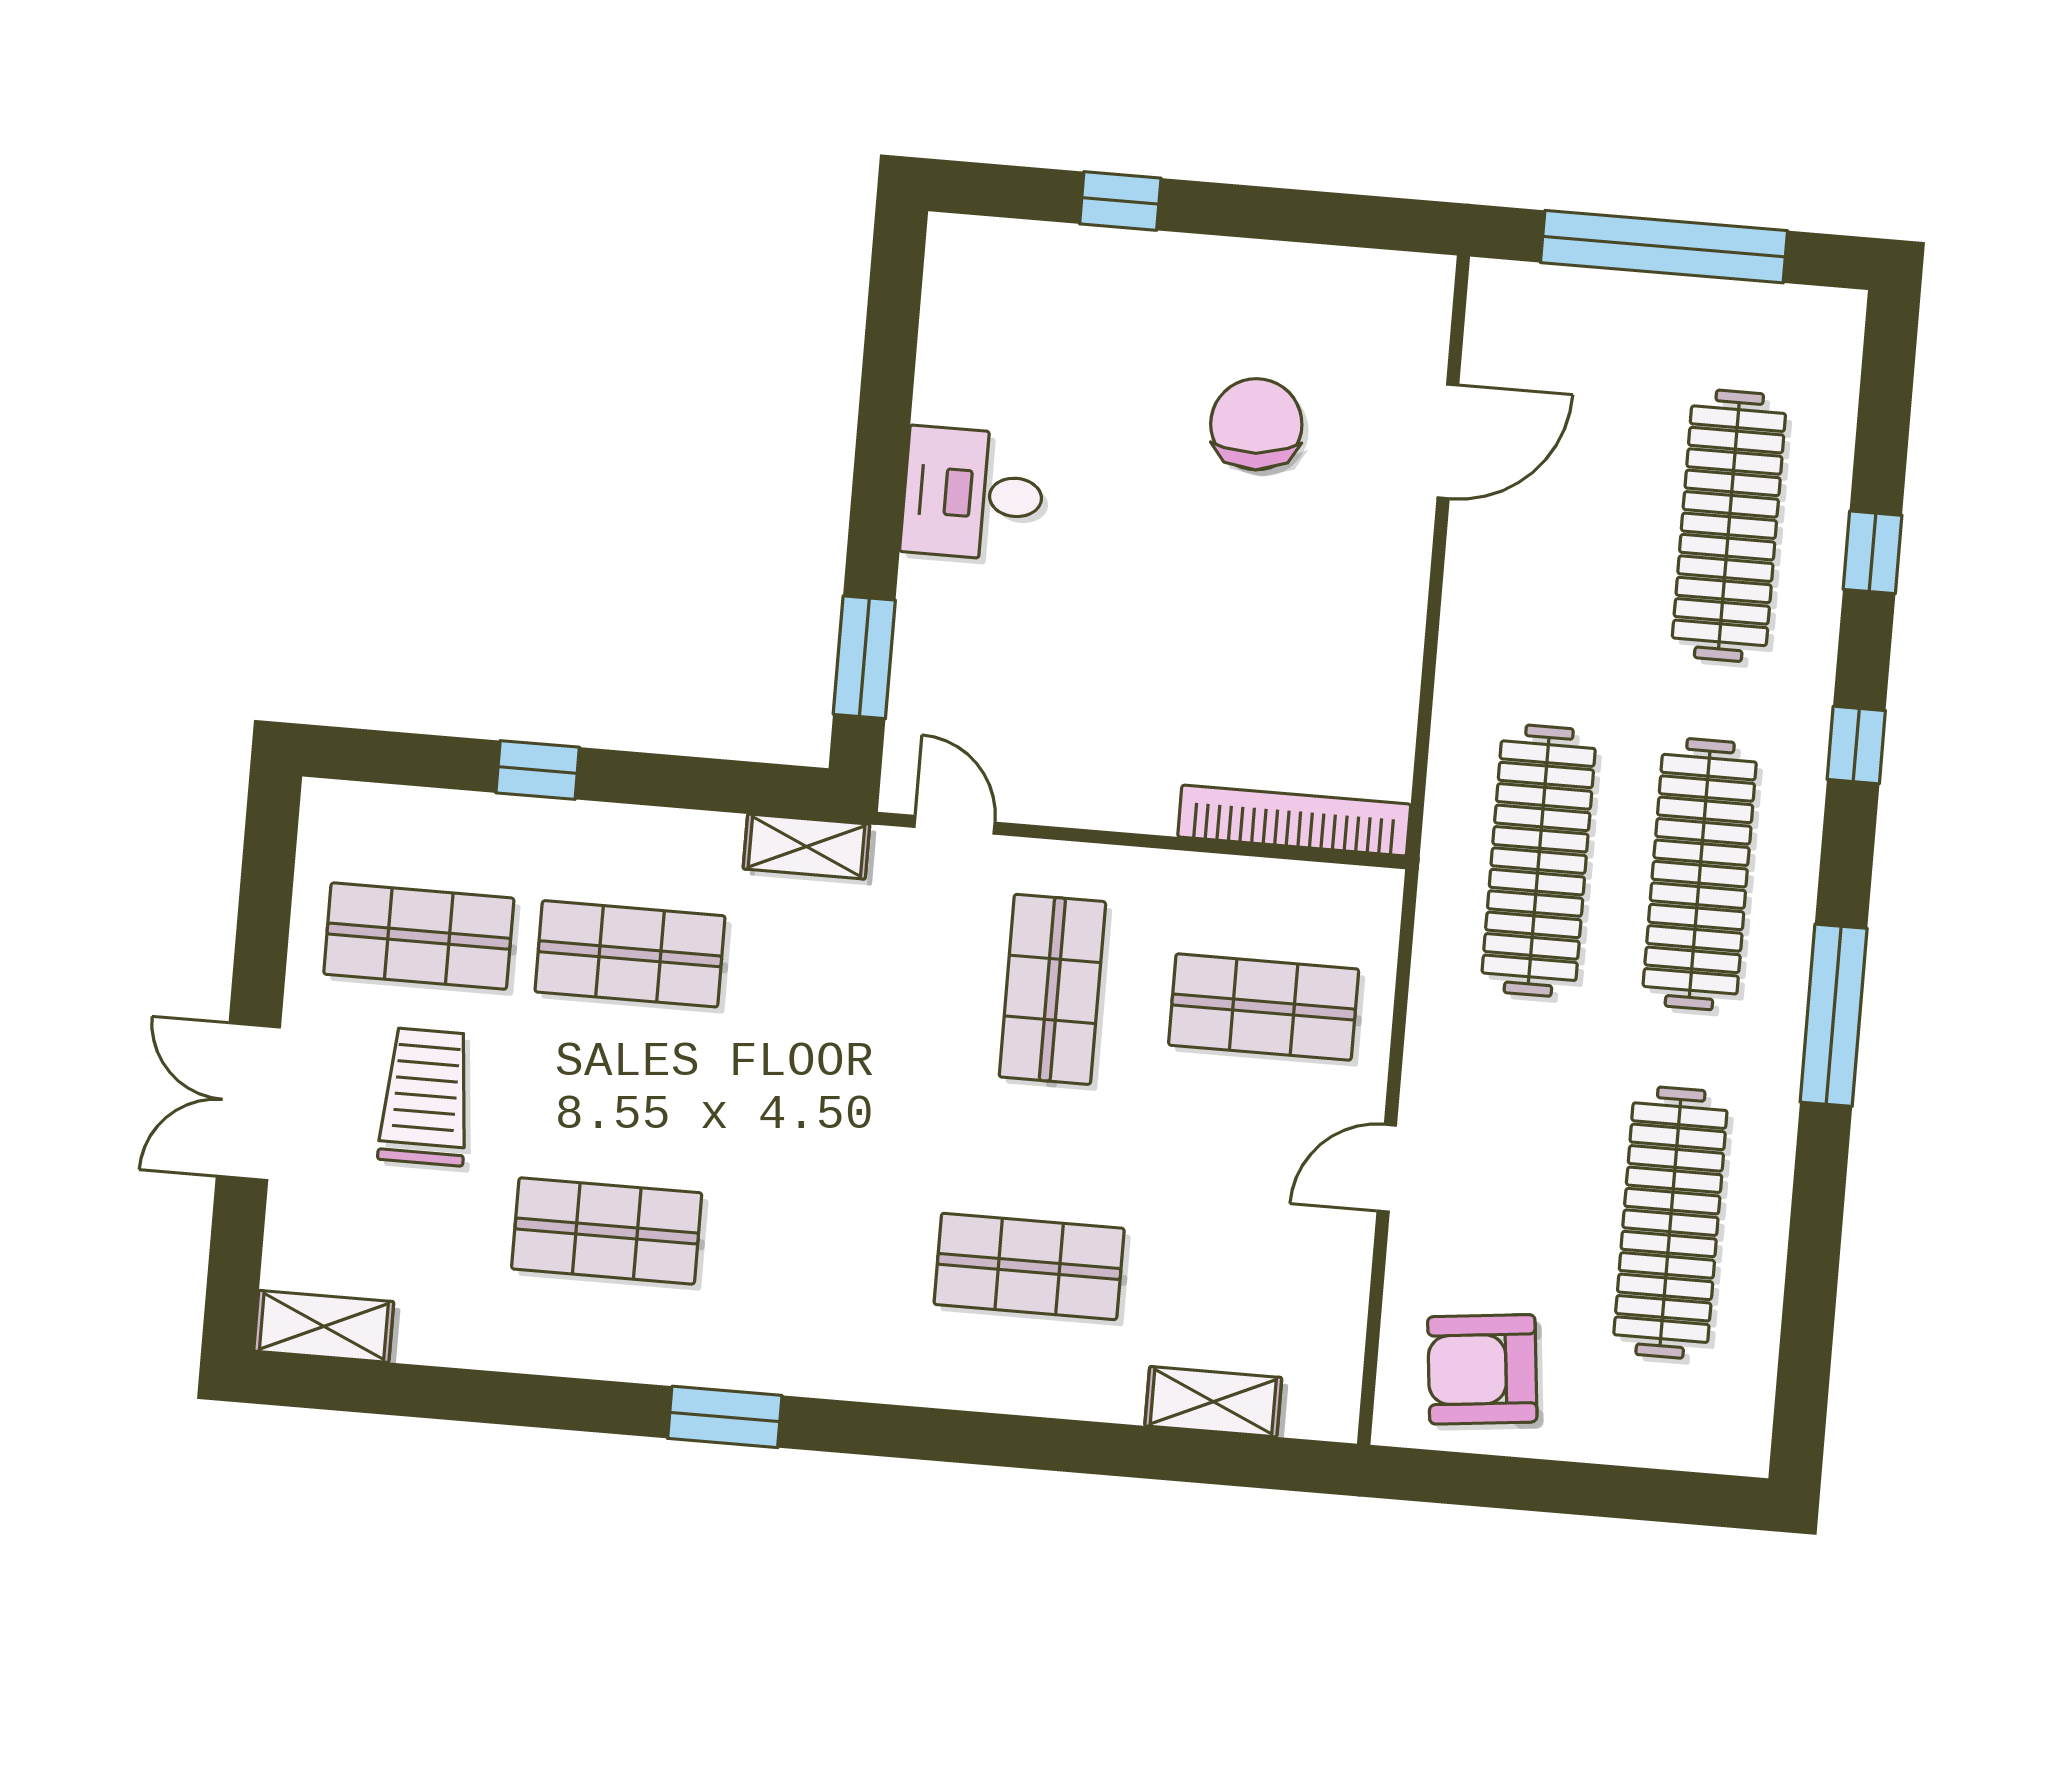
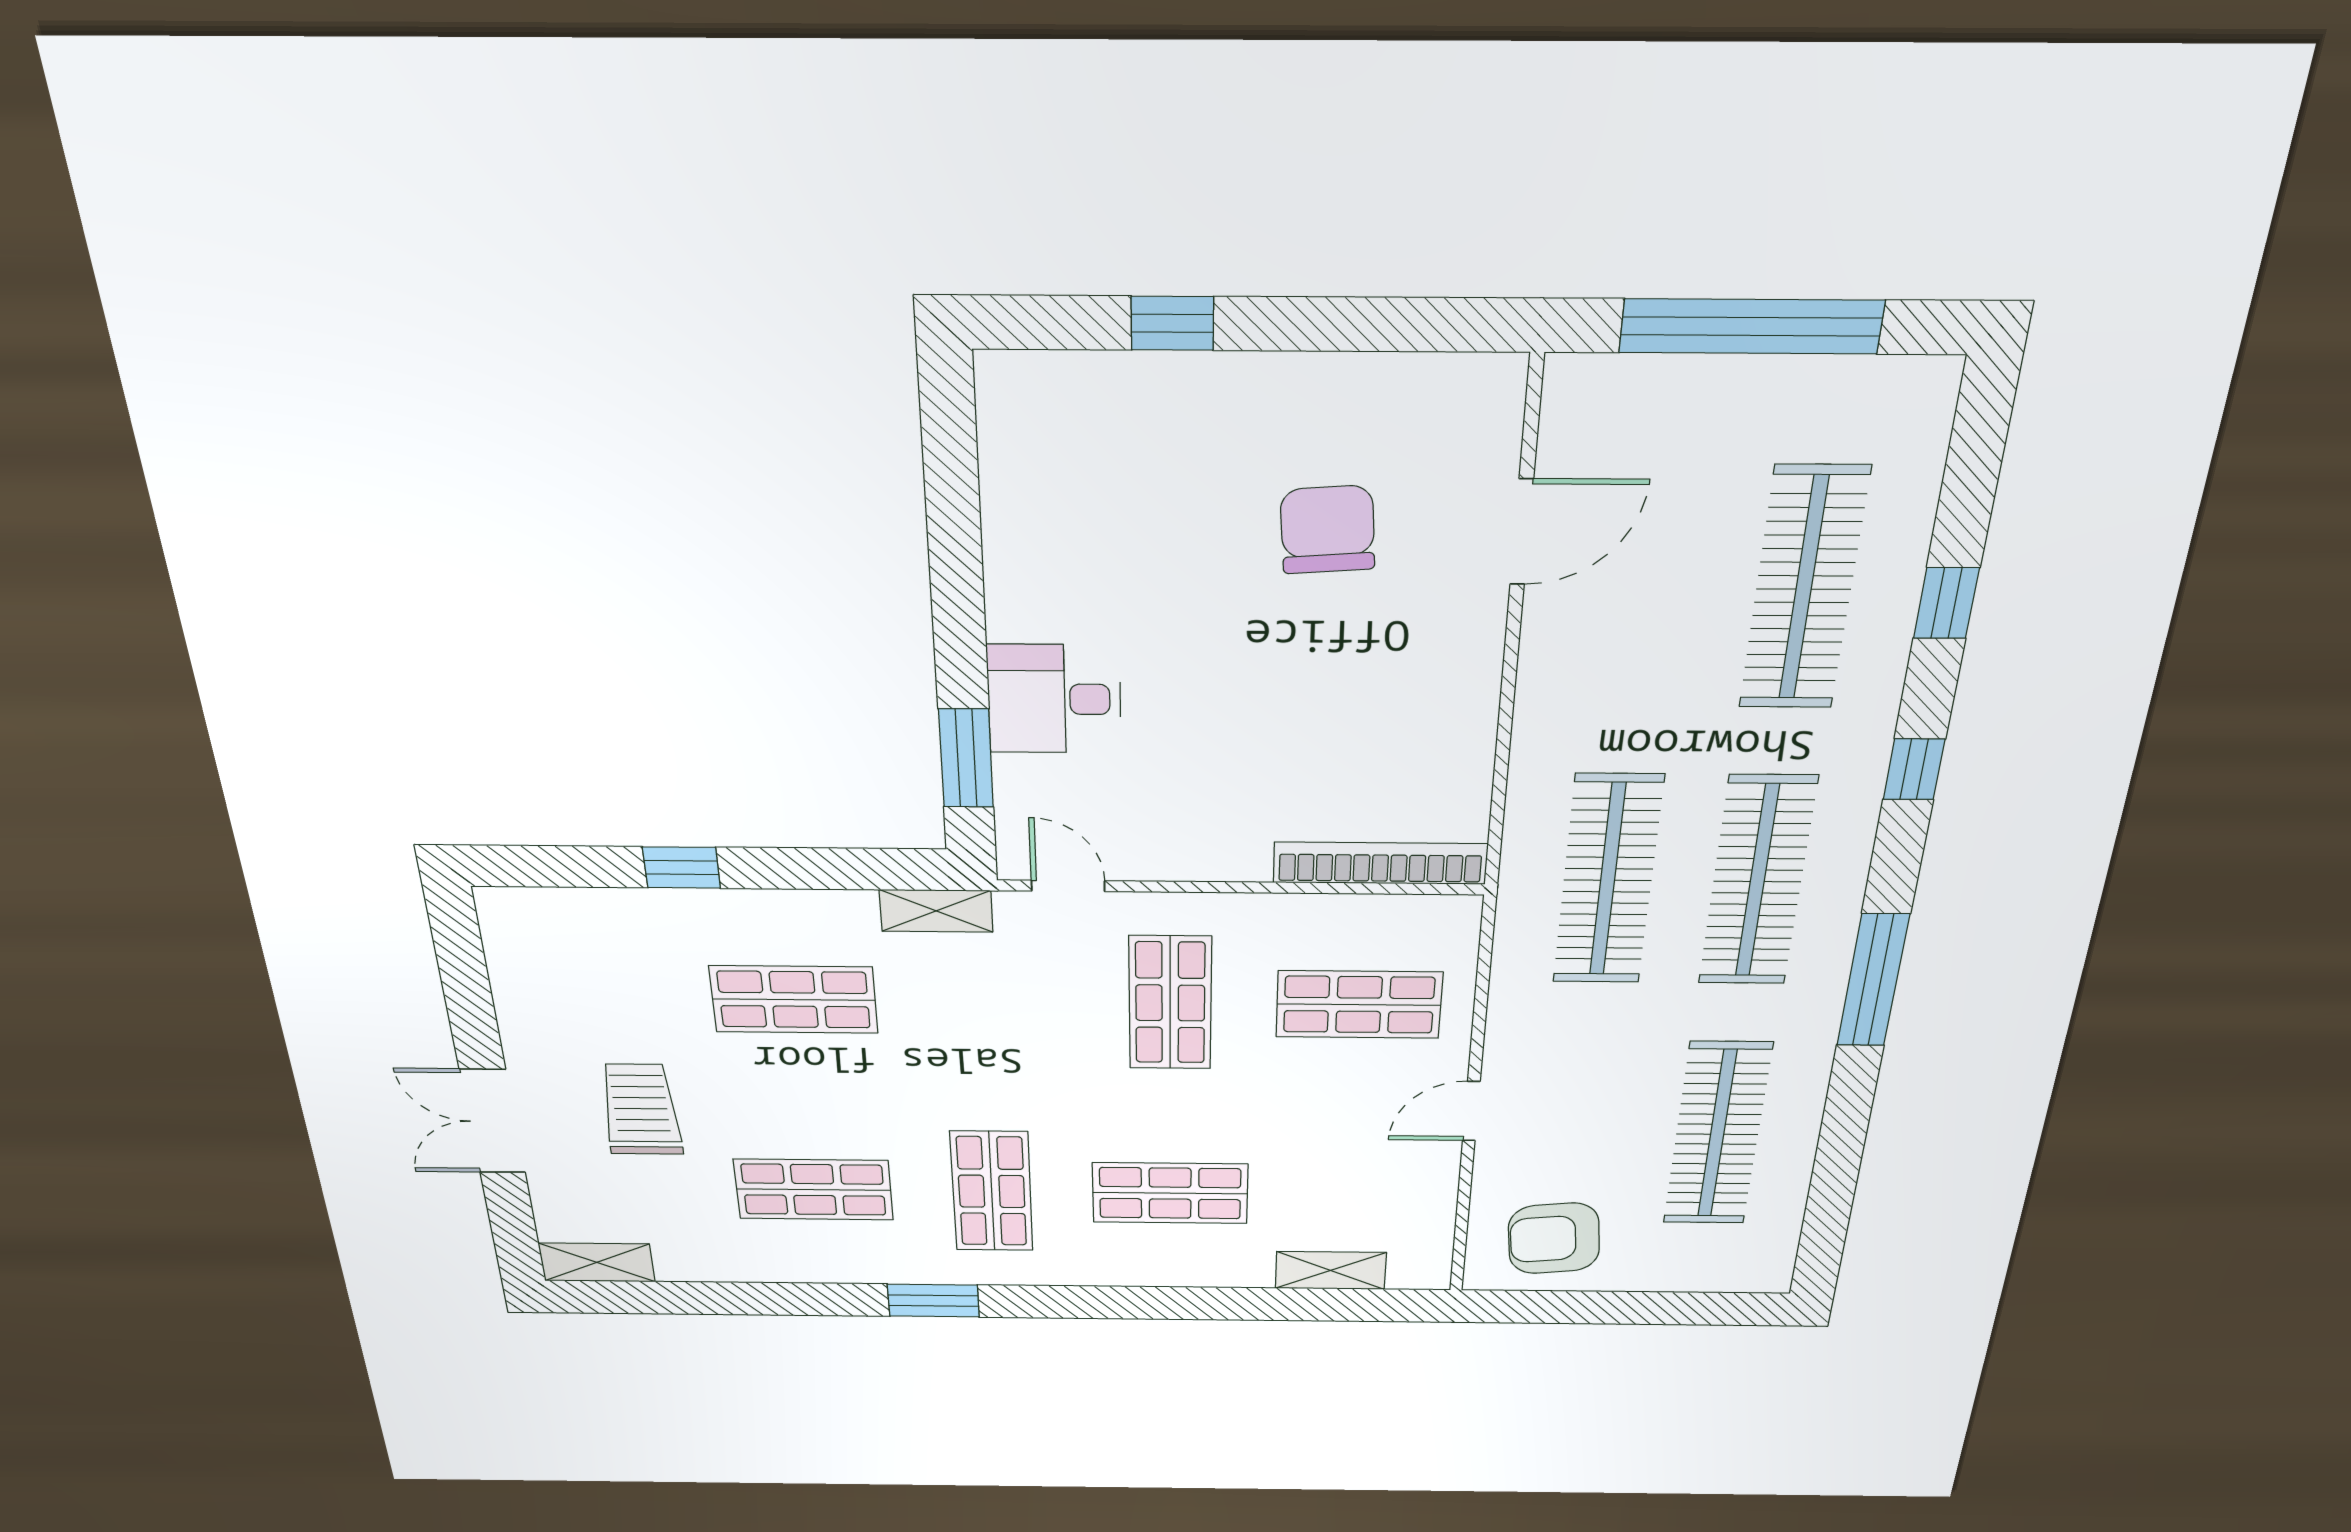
desk: (973, 494) -> (1054, 699), moved
shop shelf: (419, 936) -> (992, 1191), moved, turned 90

